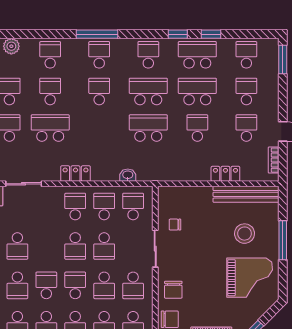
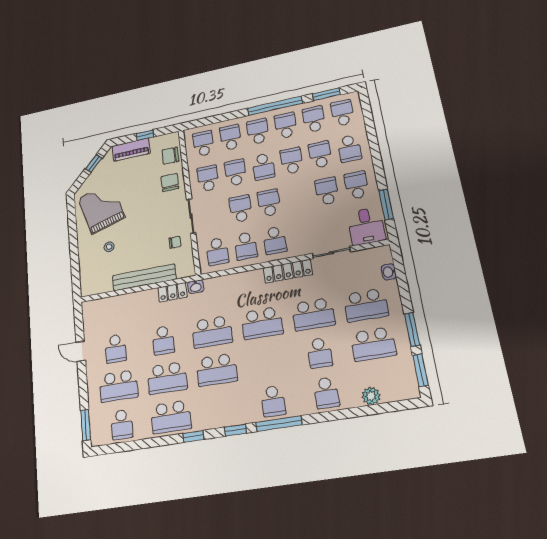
window: (211, 34) -> (235, 430), moved
school desk: (148, 55) -> (221, 409), removed
school desk: (99, 91) -> (262, 323), moved, width x1.85
school desk: (246, 91) -> (119, 386), width x1.85
bookcase: (274, 160) -> (87, 322), removed
locker: (75, 174) -> (288, 271), width x1.53
locker: (225, 174) -> (172, 292), moved
washbasin: (128, 175) -> (196, 287), moved
bench: (246, 194) -> (144, 277), moved
stool: (245, 234) -> (109, 247), width x0.53, depth x0.53
window: (283, 240) -> (74, 248), removed
grand piano: (250, 278) -> (101, 208), turned 73
school desk: (46, 285) -> (292, 161), turned 180

